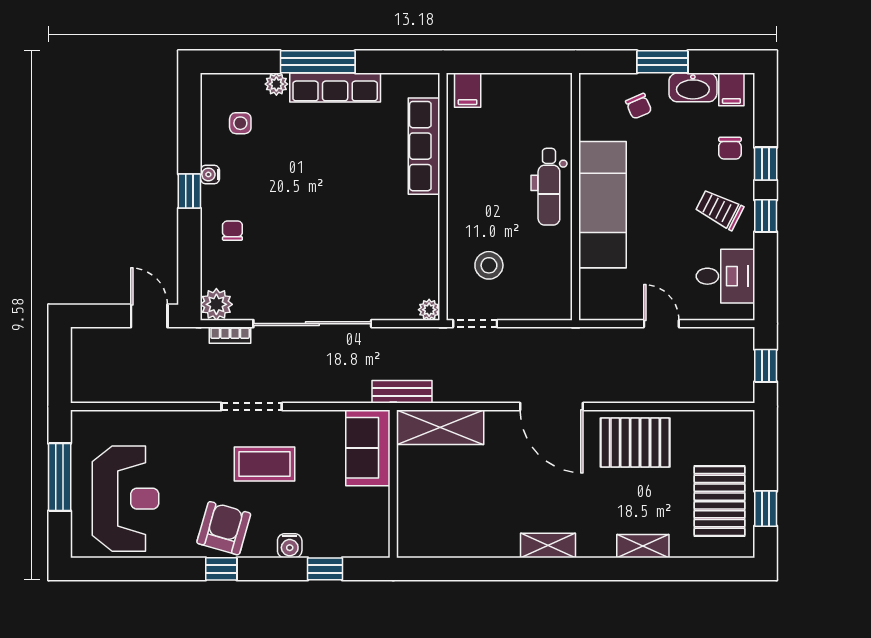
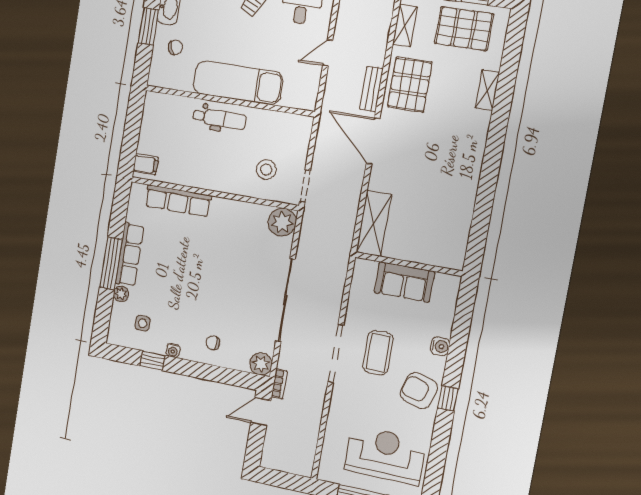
window: (189, 191) -> (152, 361), moved
plant: (429, 310) -> (282, 222), width x1.87, depth x1.87
bookcase: (230, 335) -> (279, 384), moved
bench: (402, 392) -> (371, 89), moved
doorway: (252, 406) -> (336, 354), width x1.36
door: (552, 406) -> (373, 141), swing flipped
sofa: (368, 448) -> (404, 282), moved
shelving: (548, 546) -> (405, 26), moved
window: (325, 569) -> (462, 324), removed

